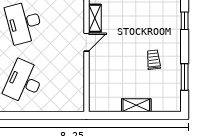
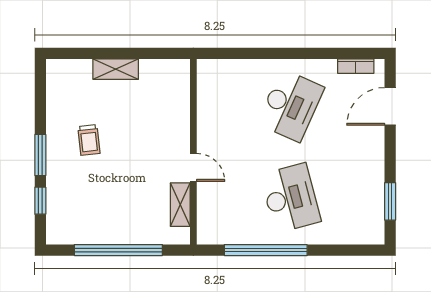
door: (86, 42) -> (193, 167), swing flipped
window: (185, 77) -> (40, 155), moved

